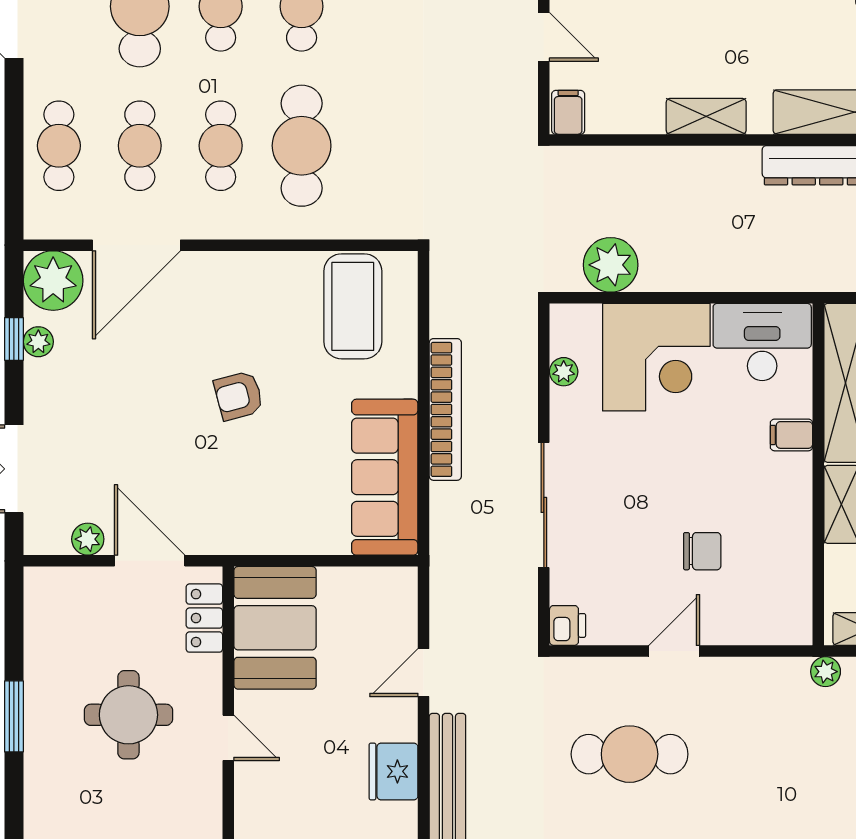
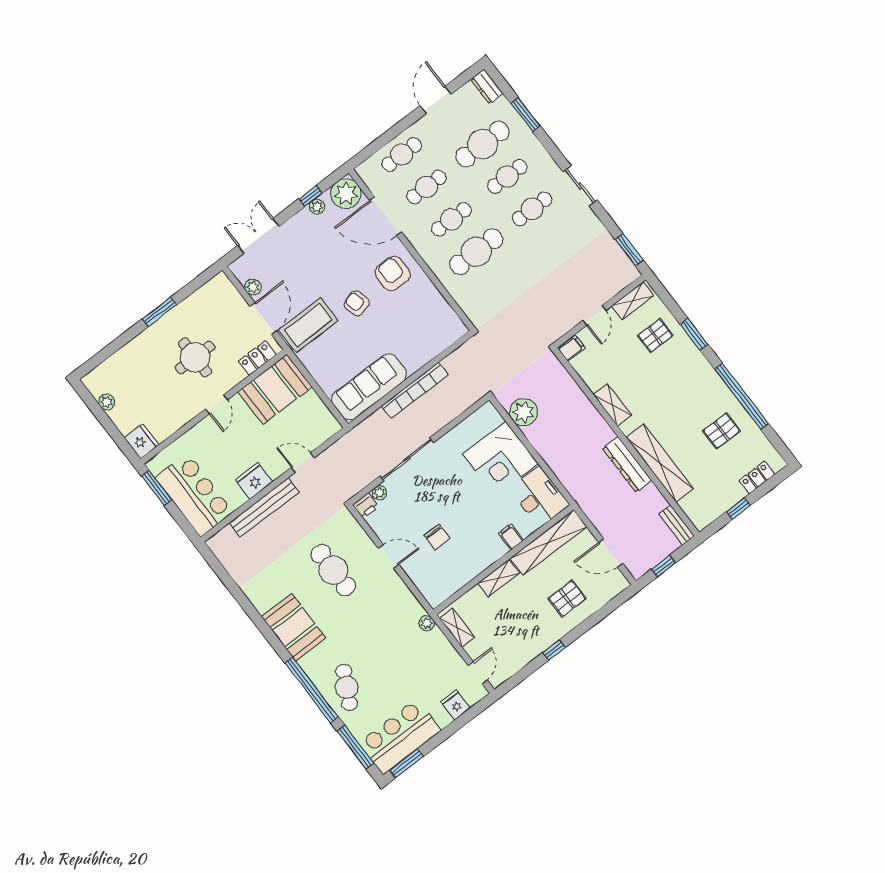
armchair: (235, 303) -> (393, 273), added
coffee table: (353, 306) -> (308, 325), moved
plant: (564, 372) -> (380, 493), moved

